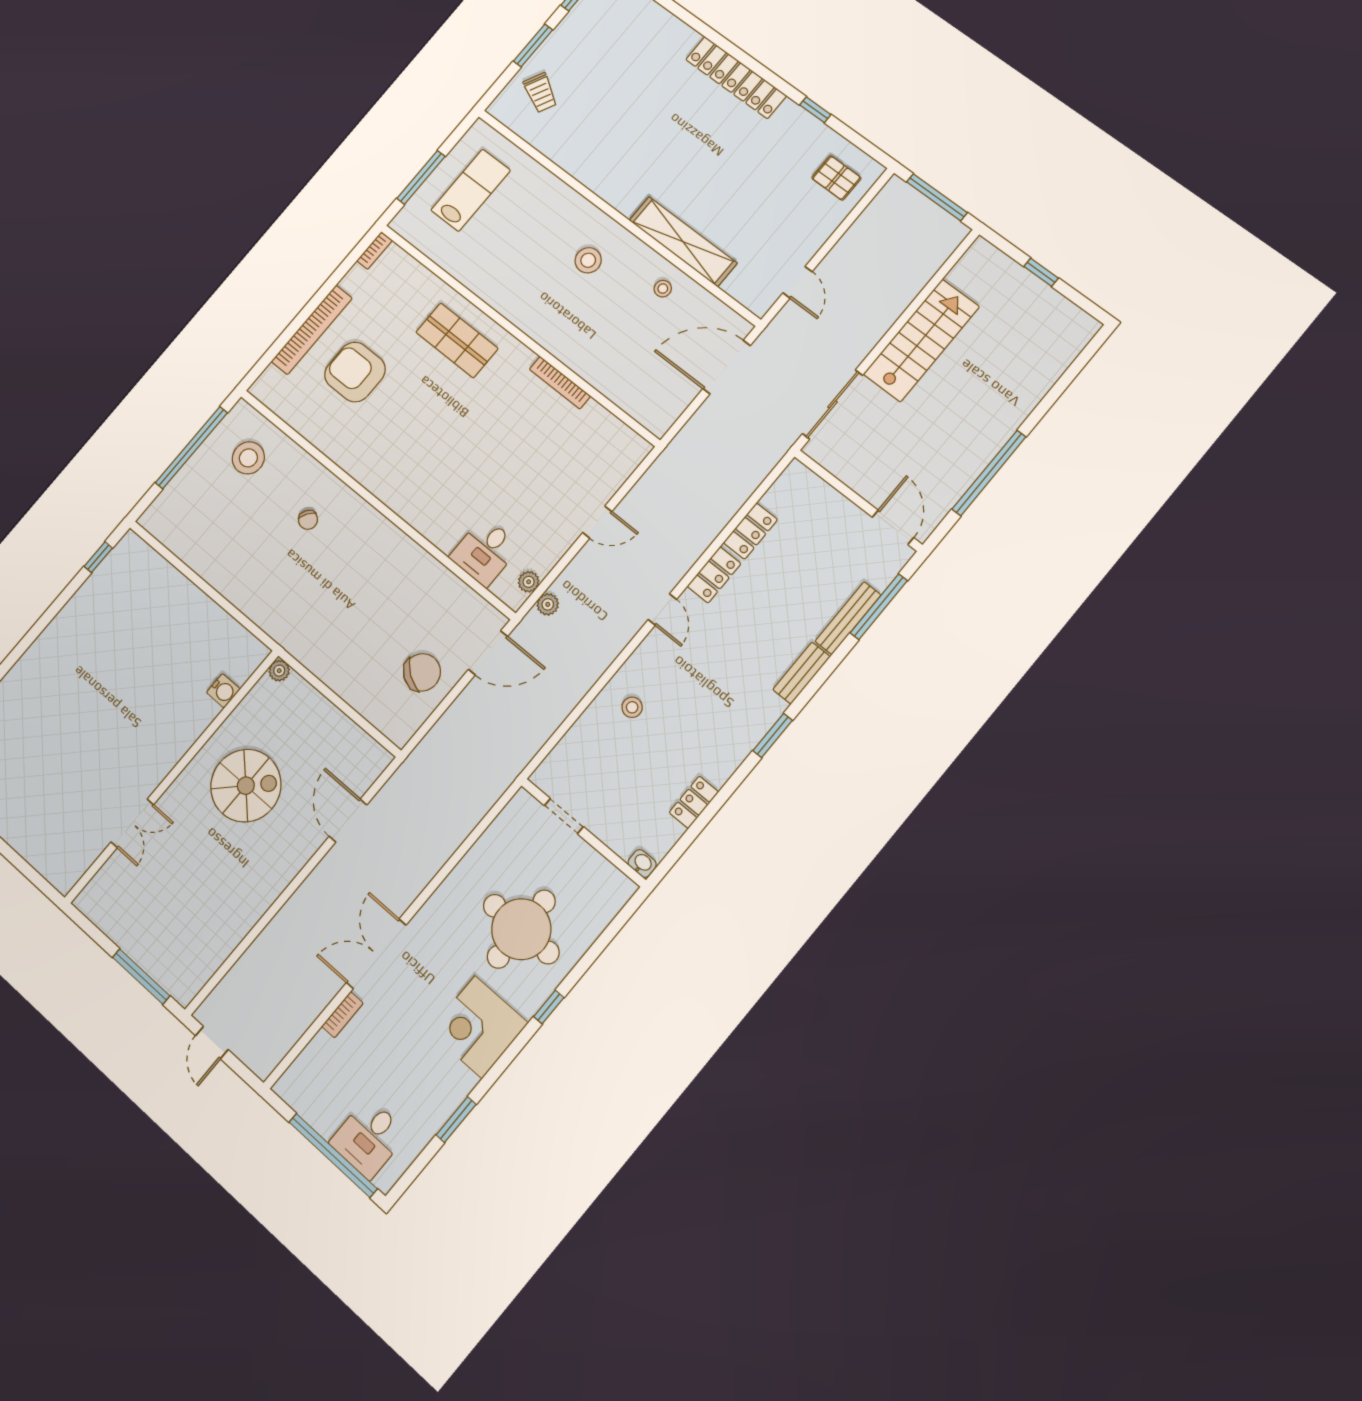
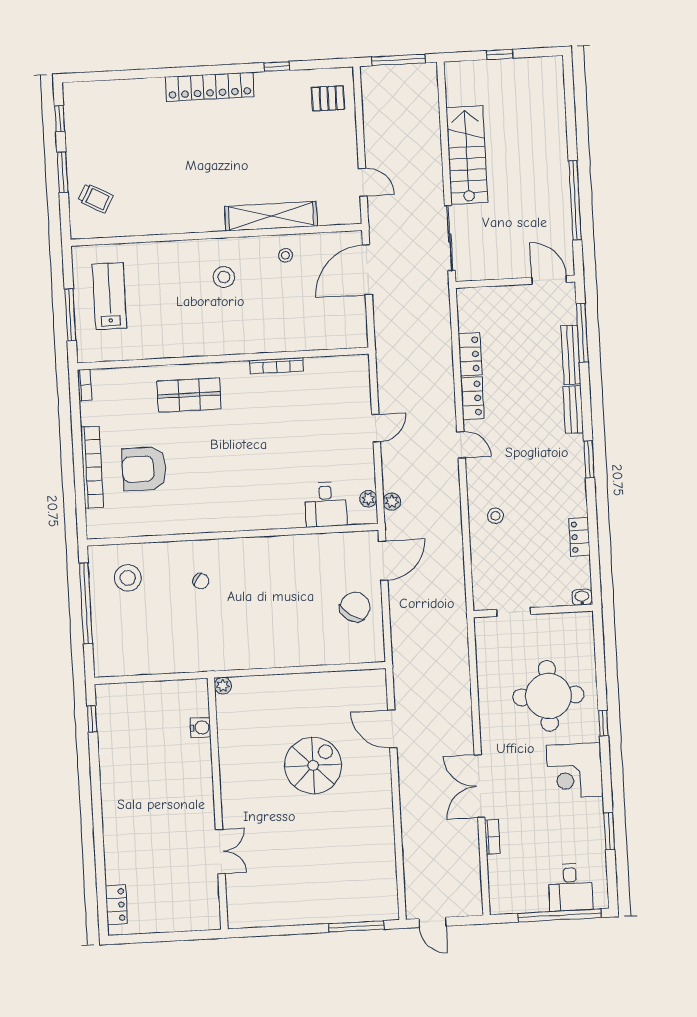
plant: (279, 671) -> (223, 686), moved
water cooler: (223, 691) -> (200, 728), moved
wall: (172, 776) -> (218, 804), moved
double door: (132, 823) -> (220, 851), moved

